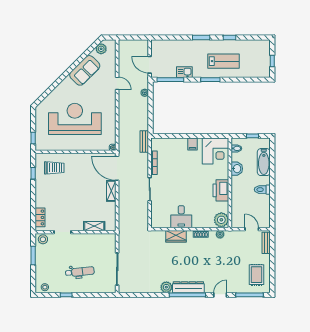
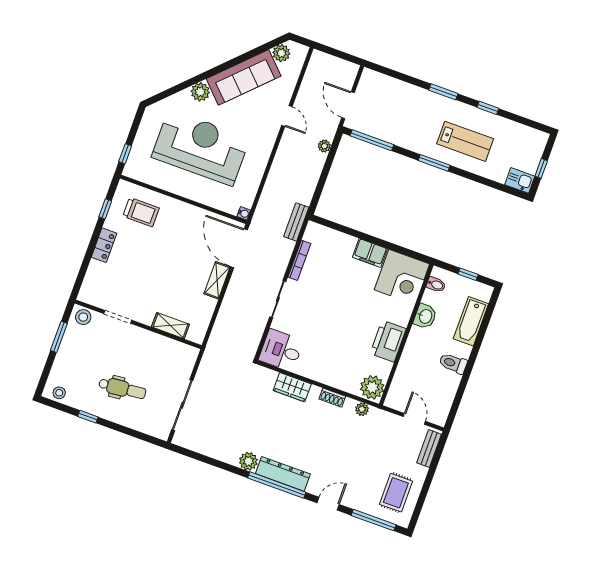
sofa: (85, 70) -> (244, 77), width x1.36
kitchen sink: (184, 72) -> (520, 180), moved
plant: (63, 87) -> (200, 92), added
filing cabinet: (192, 144) -> (370, 253), width x2.00
locker: (40, 217) -> (104, 245), moved
desk: (181, 217) -> (281, 350), moved, turned 90

